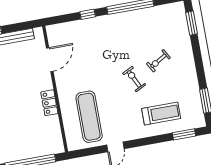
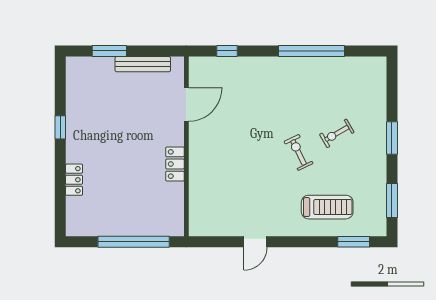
window: (88, 14) -> (227, 51), moved
window: (191, 23) -> (392, 138), moved
exercise mat: (89, 117) -> (226, 193), removed

